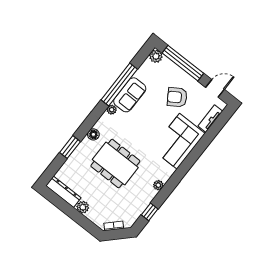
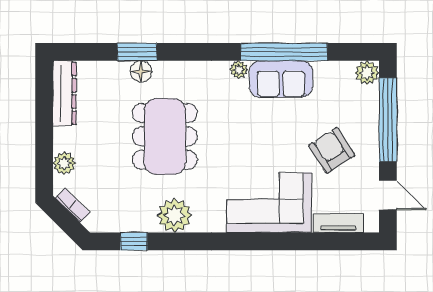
floor lamp: (93, 134) -> (141, 71), moved
plant: (158, 185) -> (175, 215), width x1.88, depth x1.88
plant: (83, 207) -> (64, 163), moved

